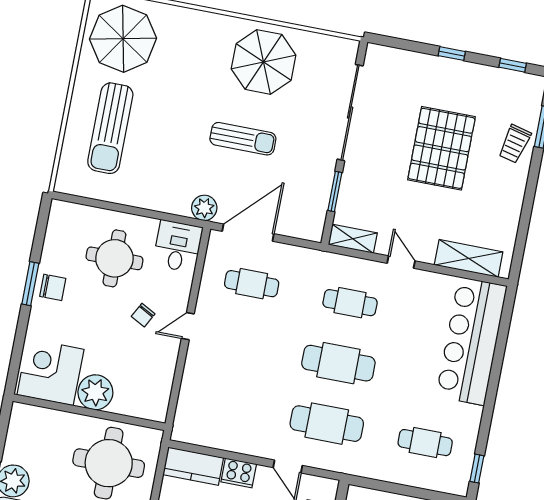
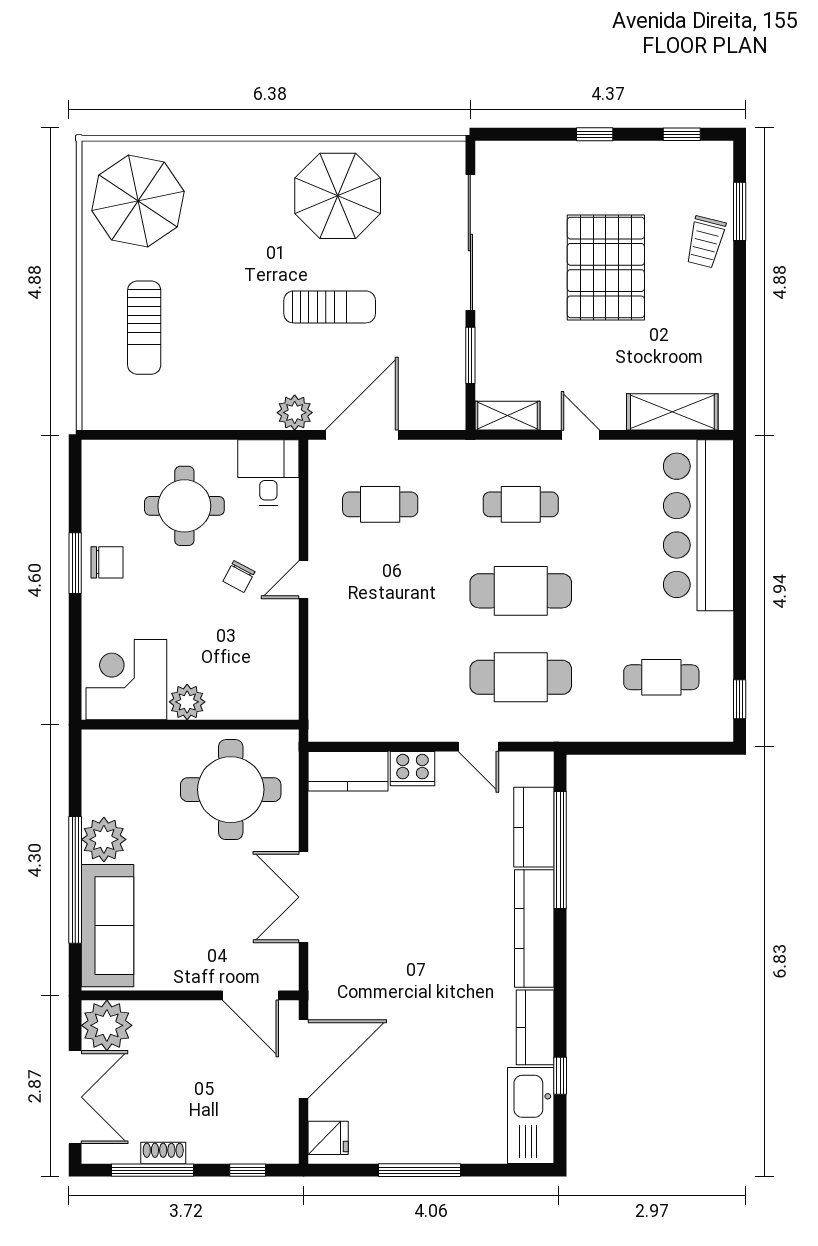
sun lounger: (110, 128) -> (144, 328), width x0.73, depth x0.75
plant: (95, 392) -> (187, 702), width x0.73, depth x0.73

